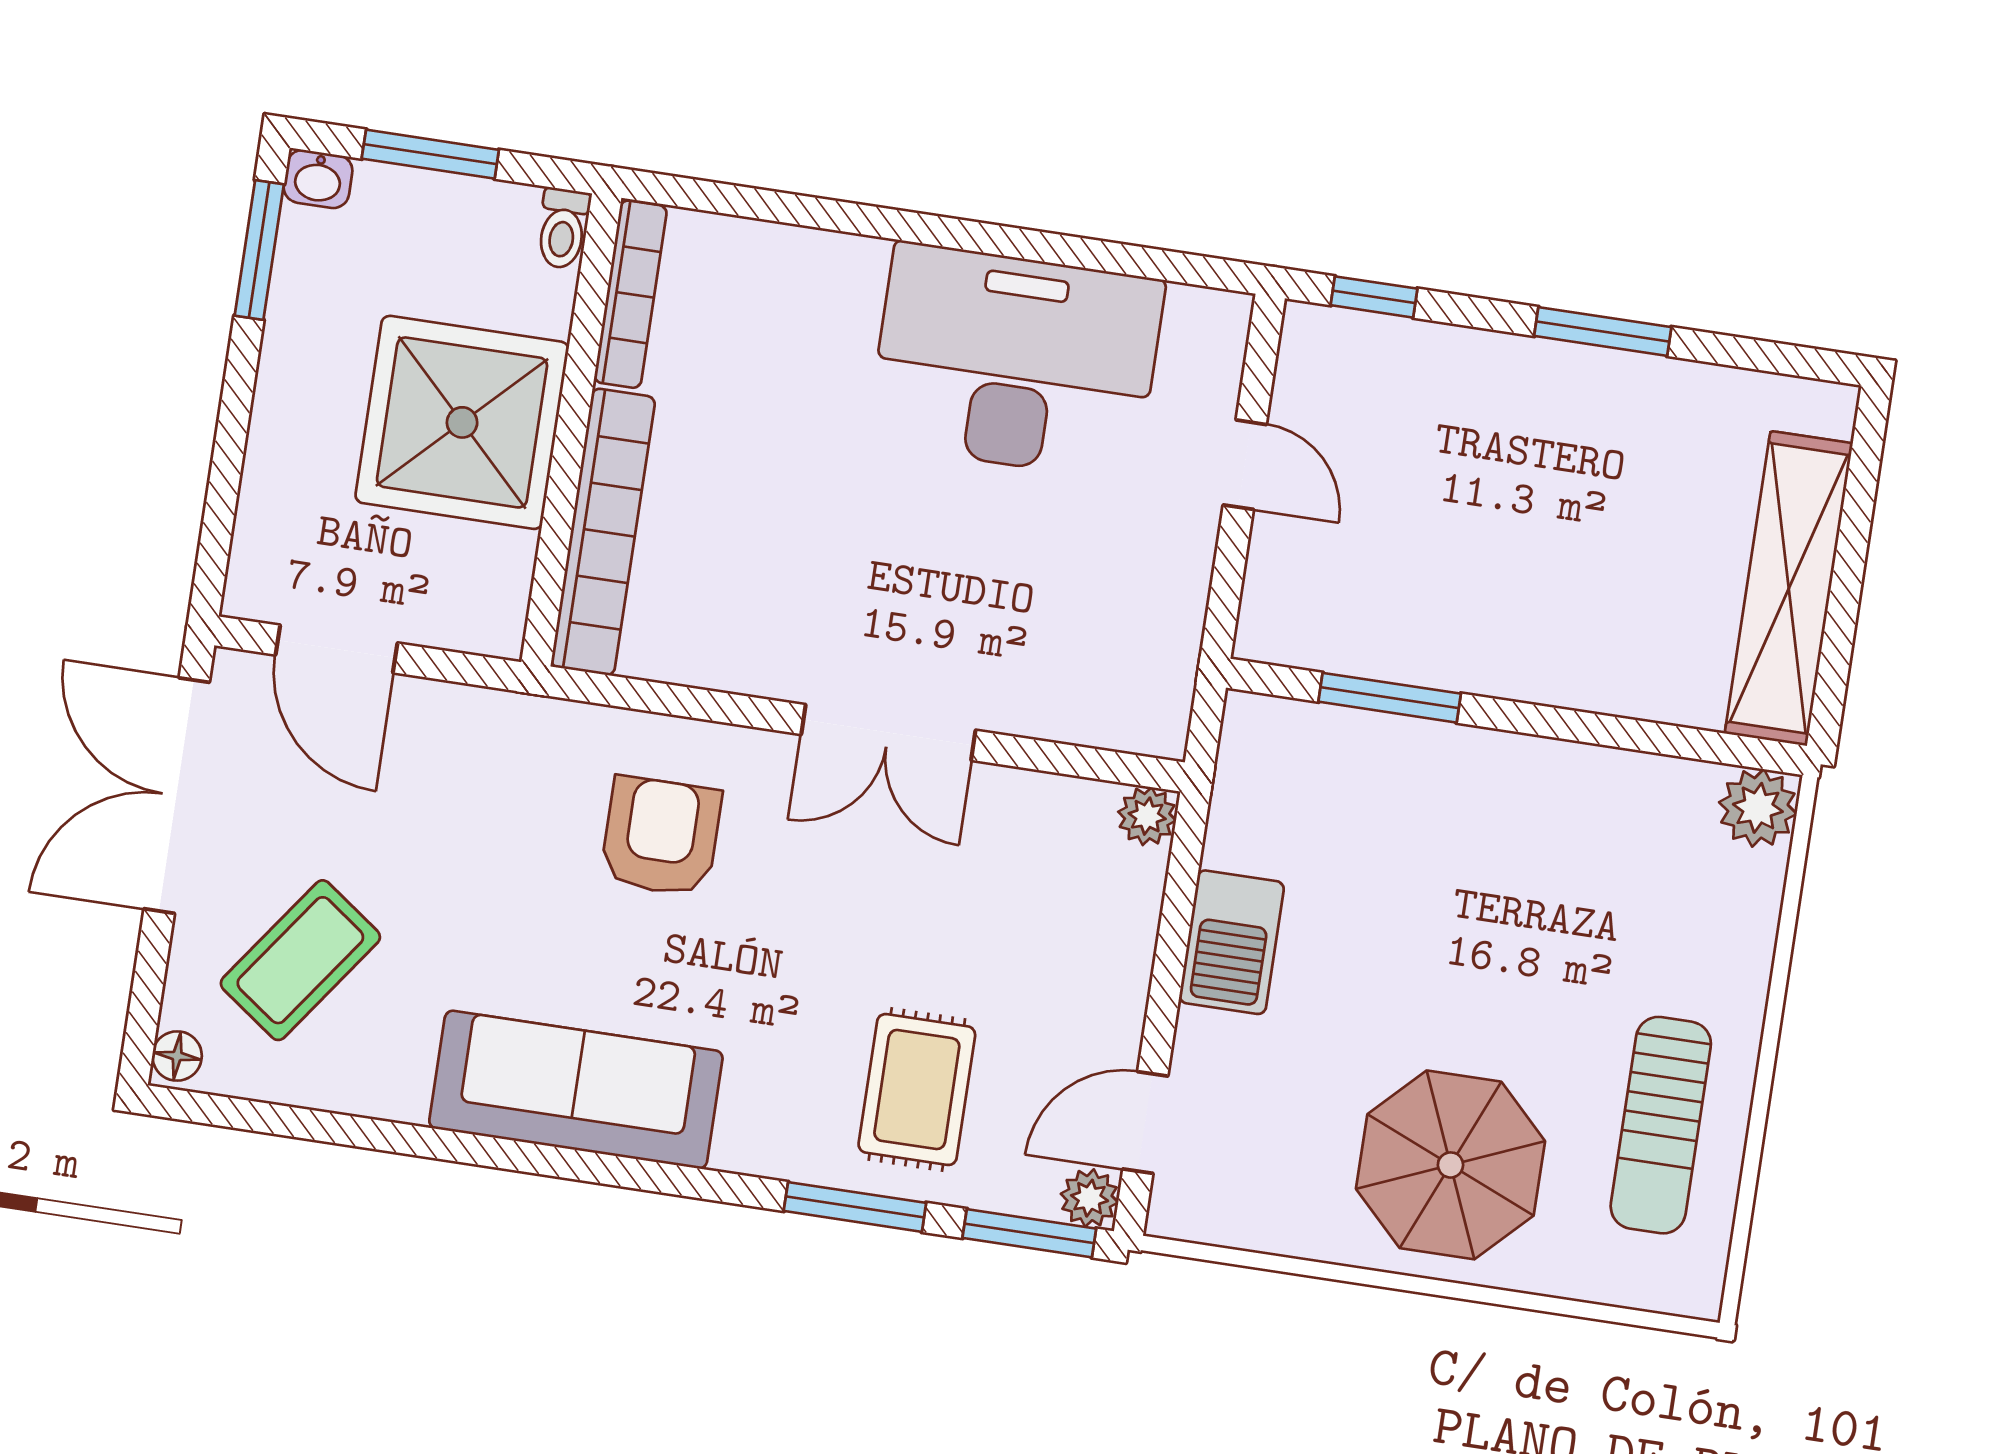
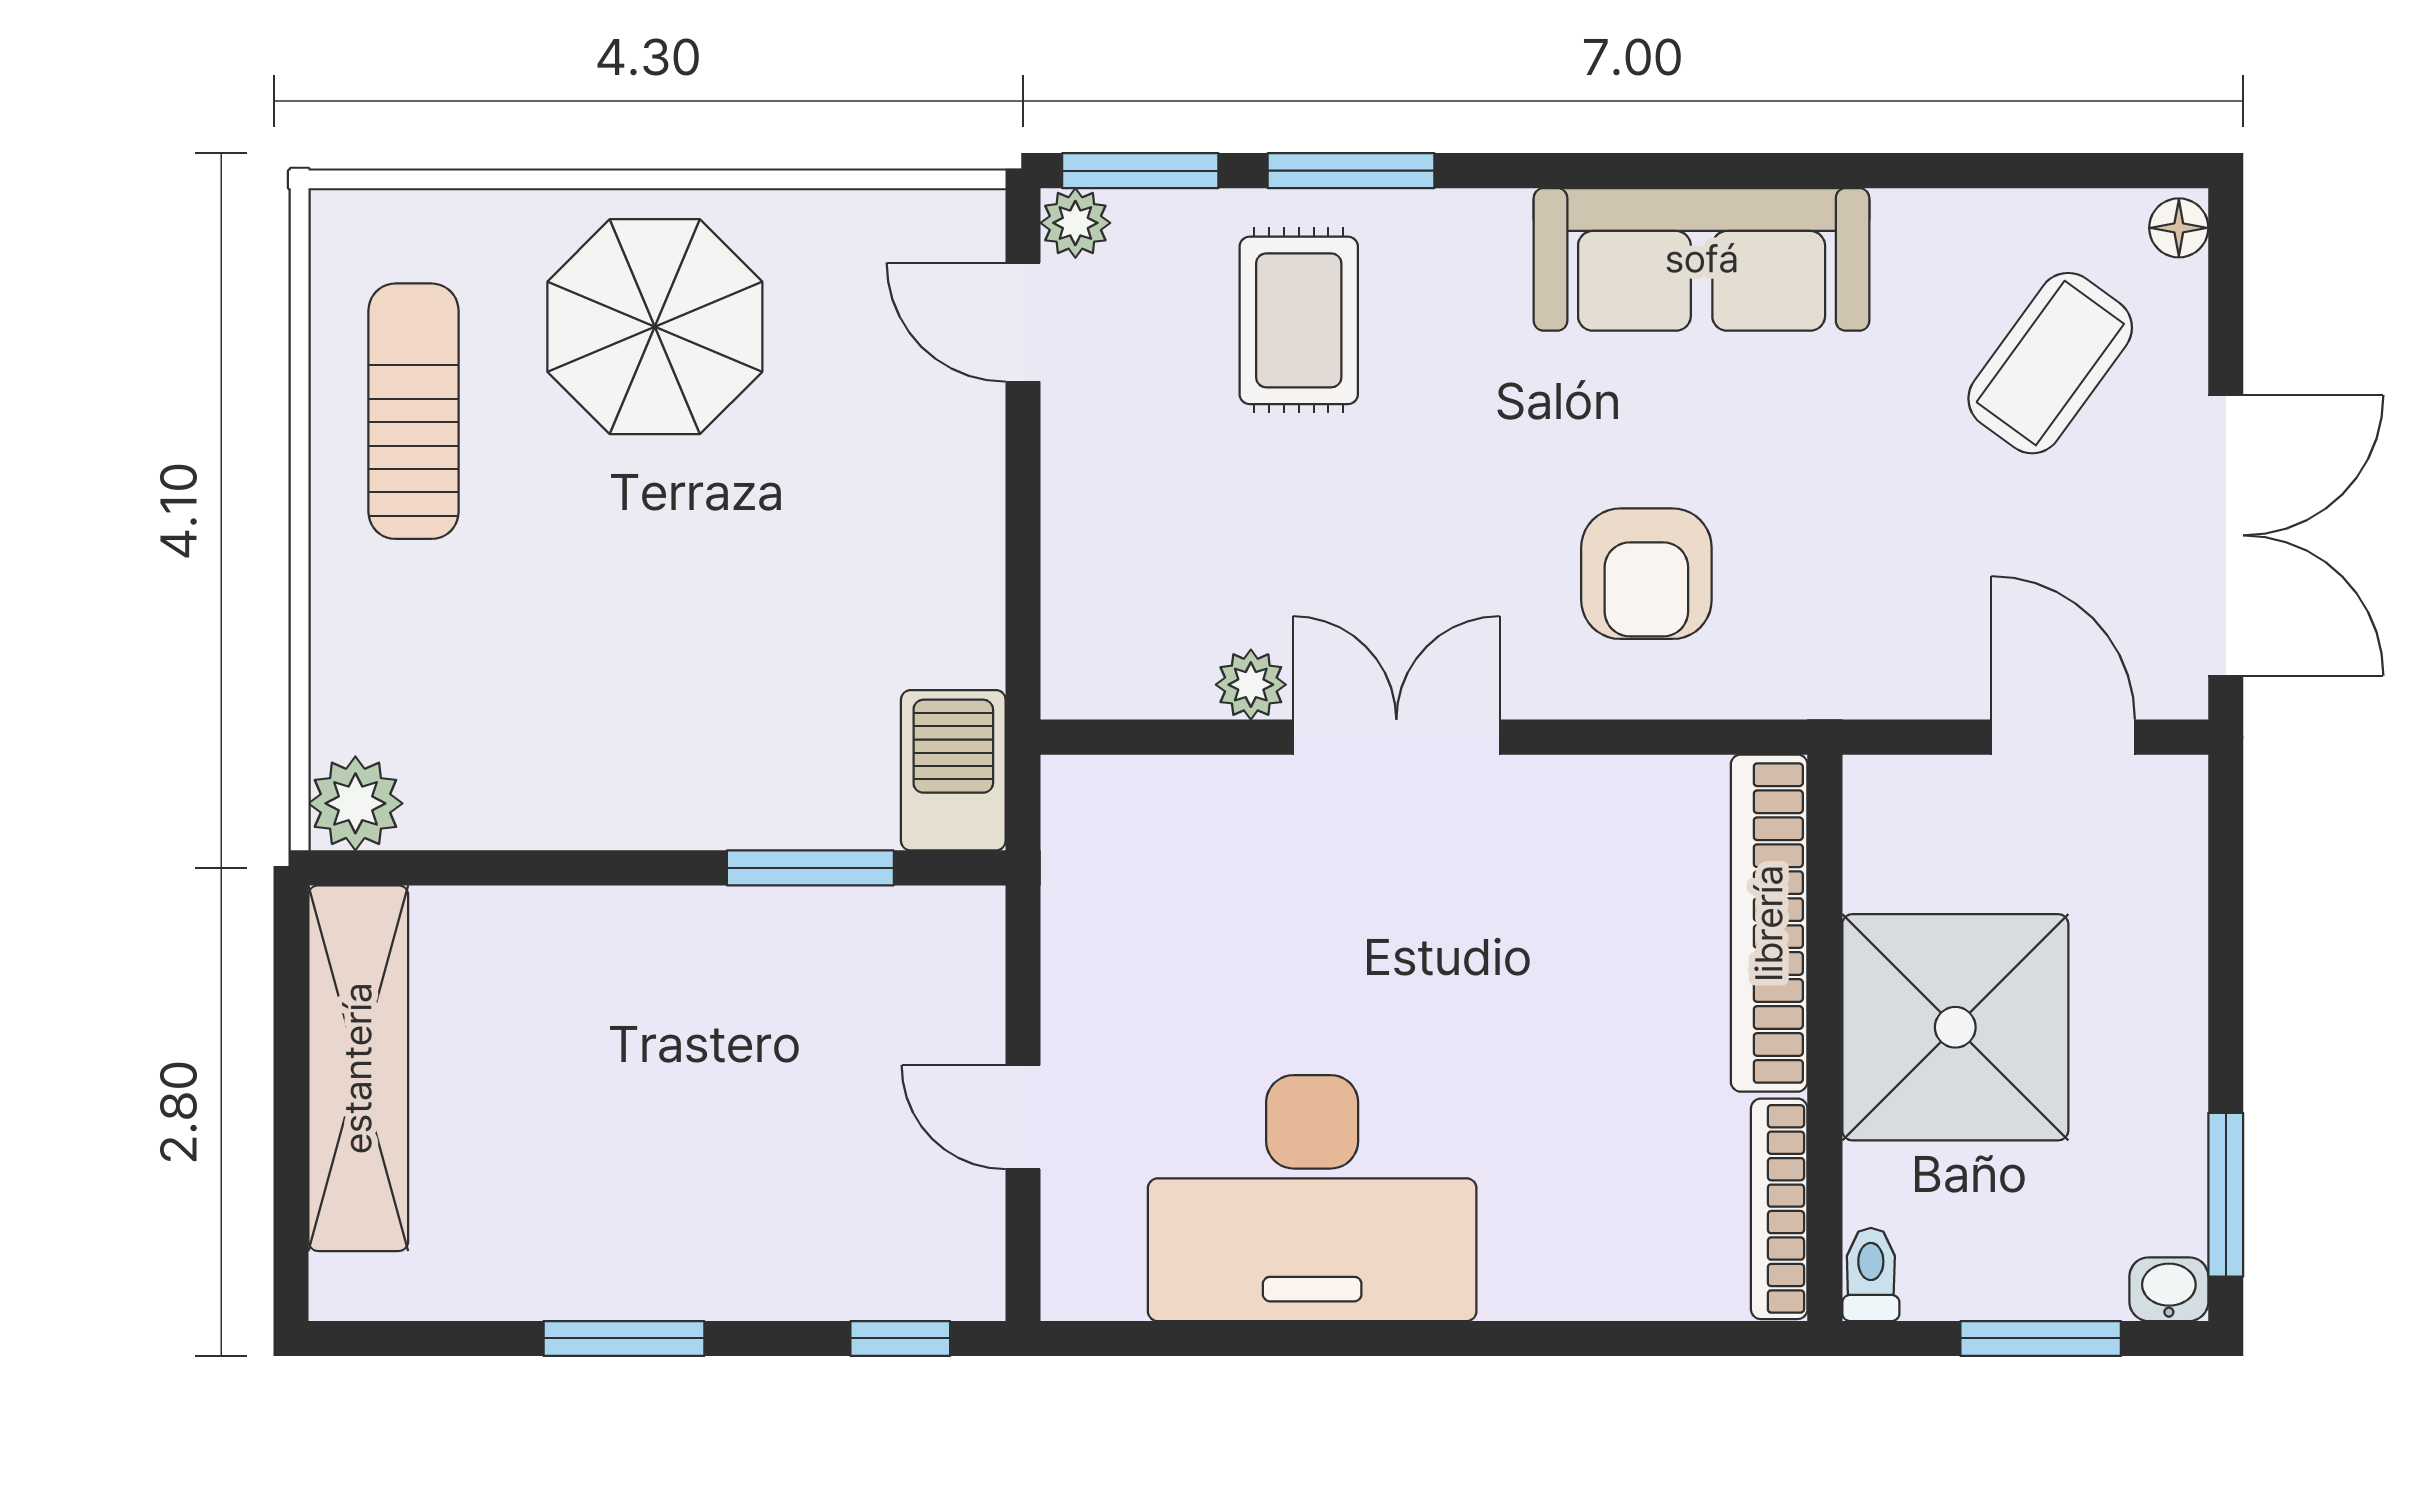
plant: (1147, 816) -> (1251, 685), moved
barbecue: (1232, 942) -> (953, 770), moved
door: (1145, 1123) -> (1023, 322), swing flipped

